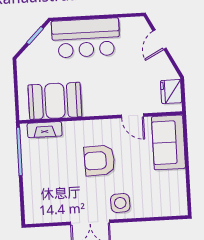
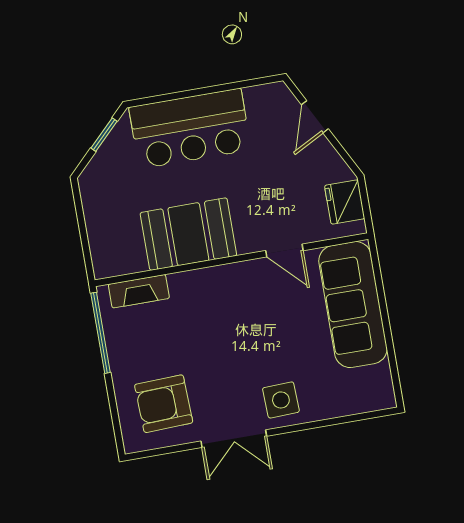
booth: (55, 101) -> (188, 234), moved
sofa: (168, 142) -> (353, 305), width x1.36
armchair: (99, 160) -> (164, 404), moved

